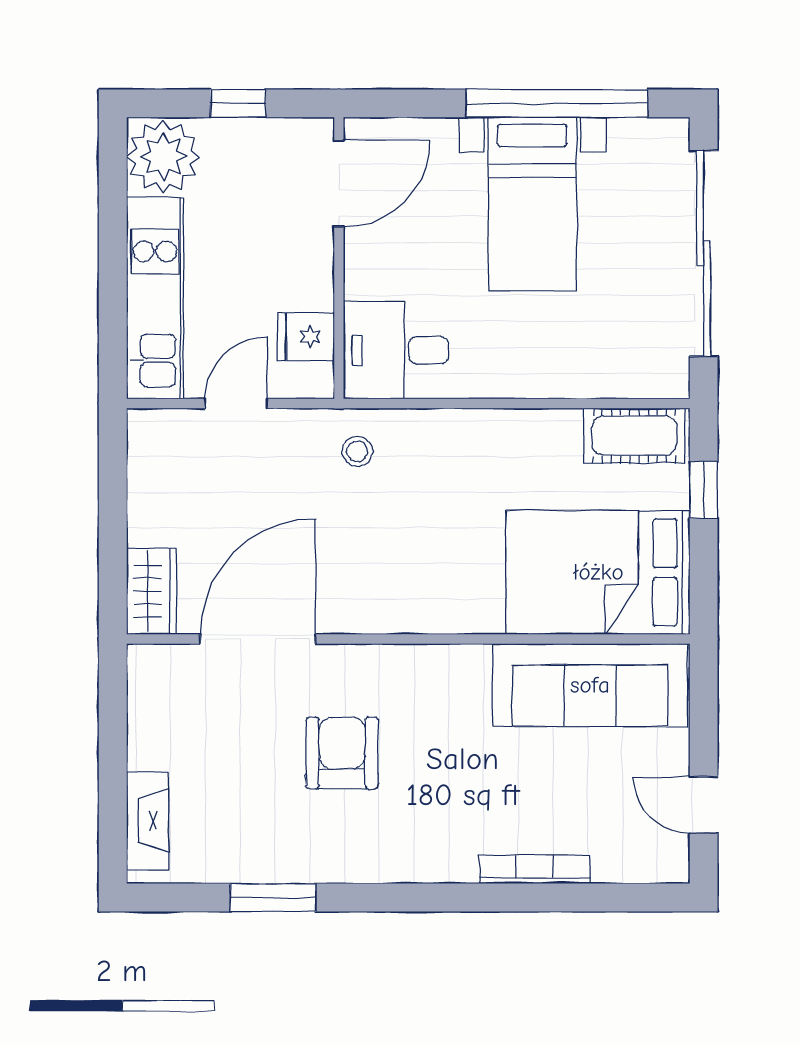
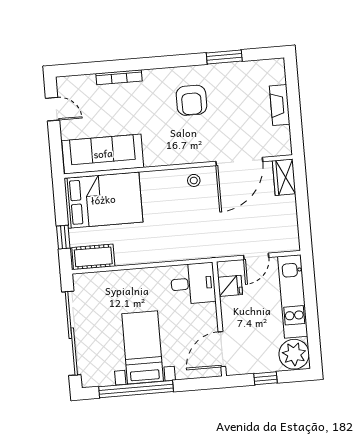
stool: (357, 451) -> (194, 180), moved
armchair: (342, 753) -> (191, 100), moved
fireplace: (147, 821) -> (280, 105), moved

